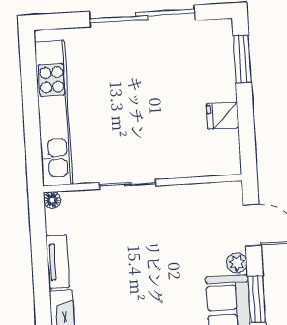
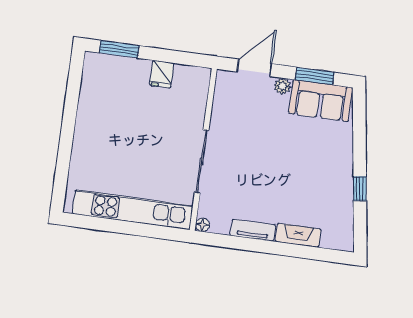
sliding door: (142, 16) -> (69, 123), removed
sliding door: (128, 184) -> (202, 162), width x1.37

